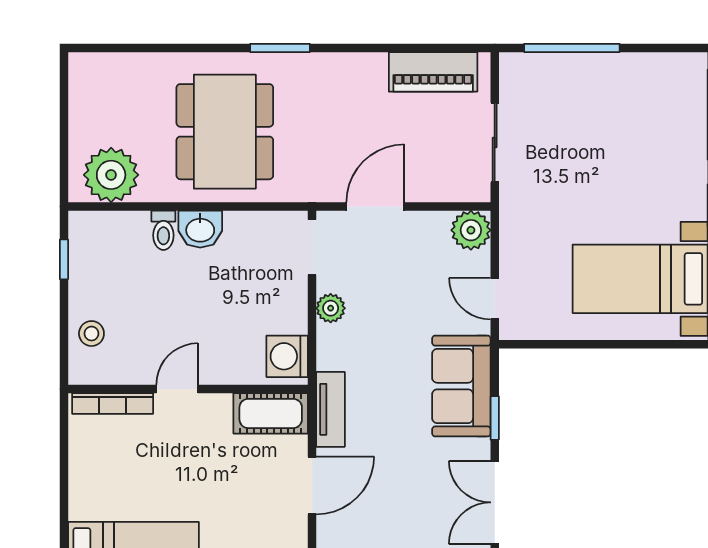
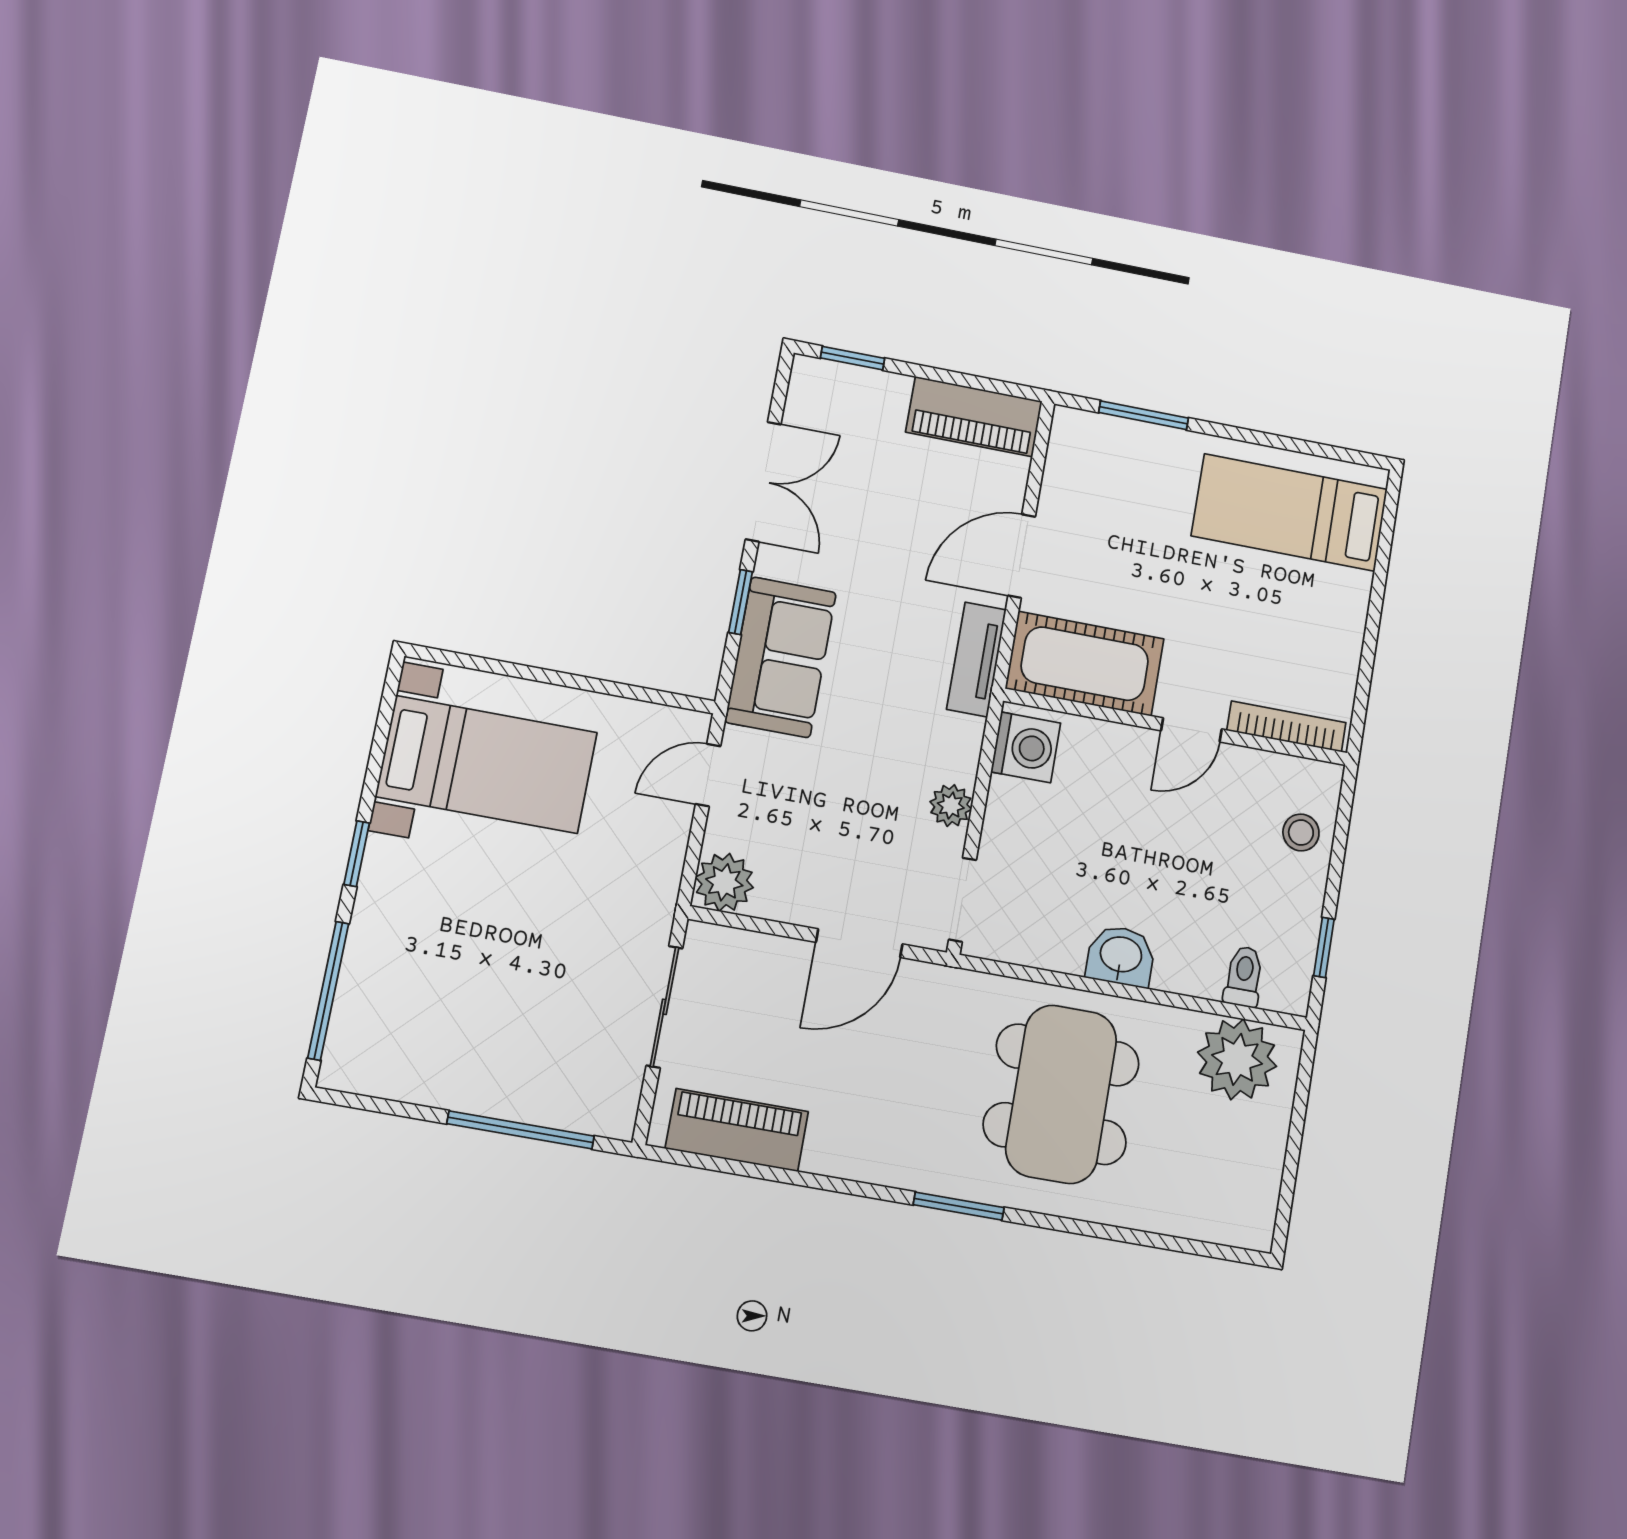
toilet: (163, 230) -> (1244, 977), moved
door: (495, 299) -> (708, 775), swing flipped
cot: (271, 413) -> (1085, 664), width x1.37, depth x1.34

